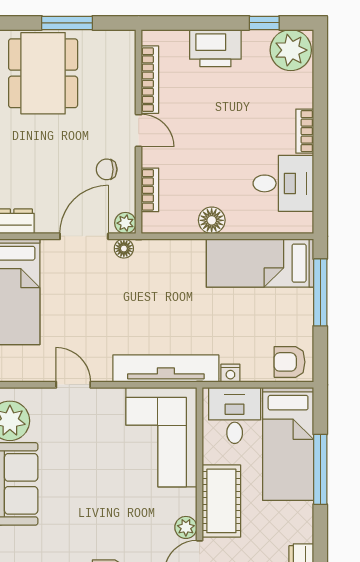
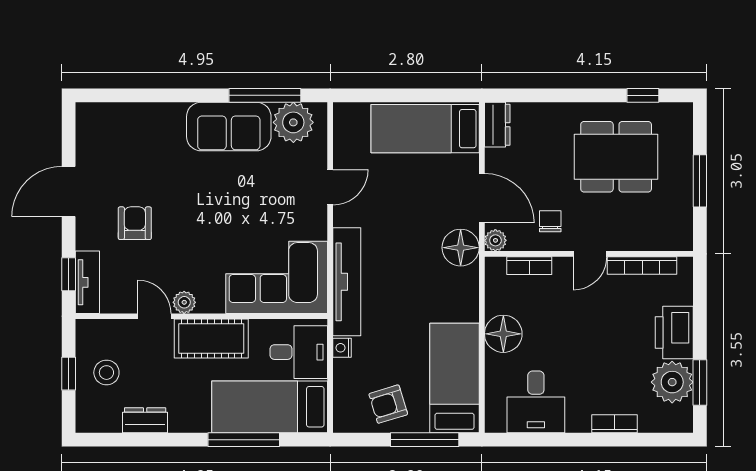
window: (264, 23) -> (700, 382), width x1.50
plant: (291, 50) -> (672, 382), moved
dining table: (43, 73) -> (616, 157), moved
bookcase: (305, 131) -> (615, 424), moved
floor lamp: (212, 220) -> (503, 334), width x1.38, depth x1.38
floor lamp: (124, 249) -> (461, 248), width x1.89, depth x1.89
armchair: (290, 362) -> (388, 404), moved, turned -107

